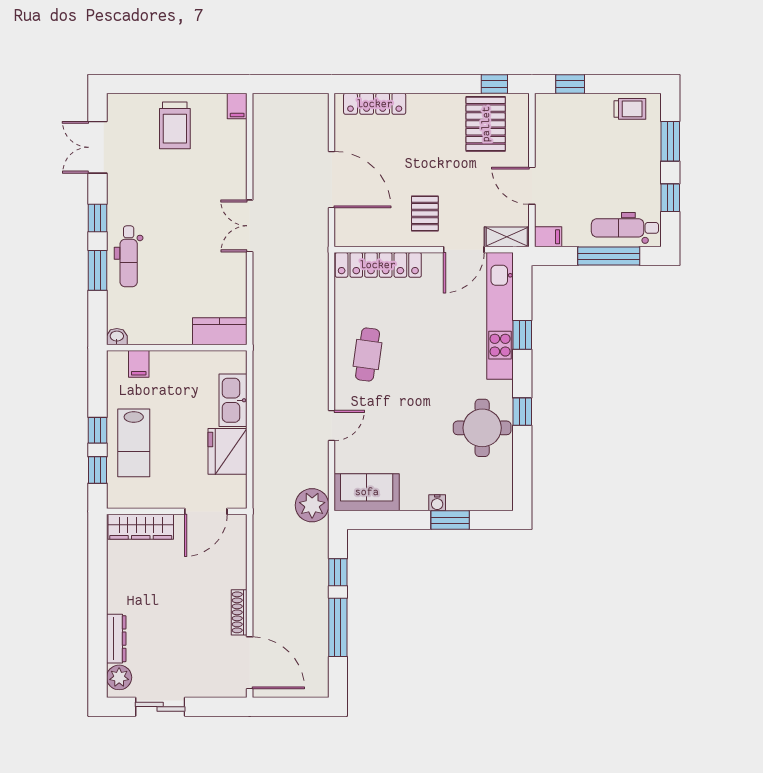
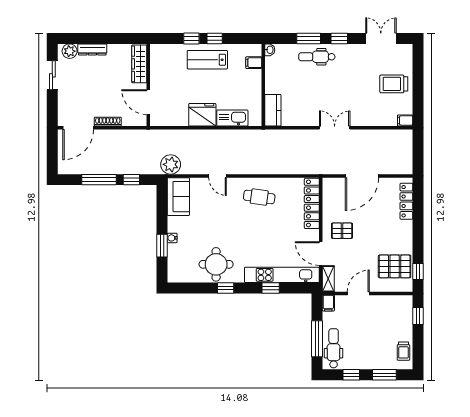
wall: (177, 511) -> (148, 85), moved
door: (206, 511) -> (148, 102), moved
wardrobe: (141, 527) -> (139, 64), moved

